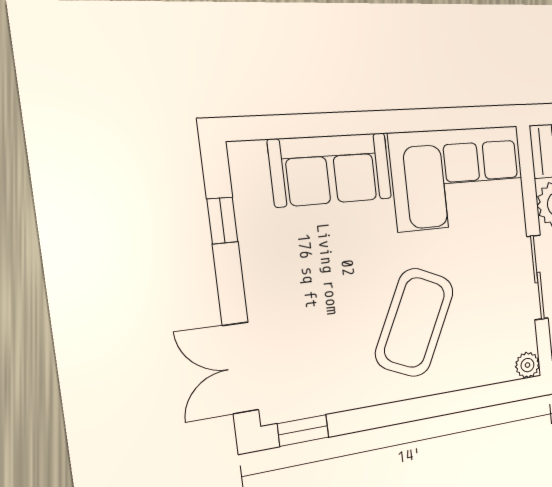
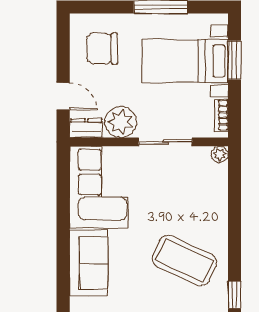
coffee table: (415, 322) -> (184, 260), moved

